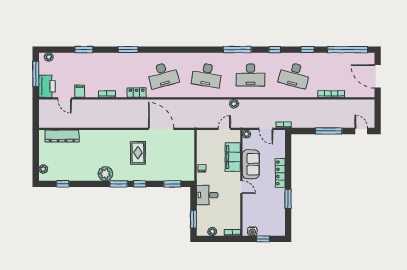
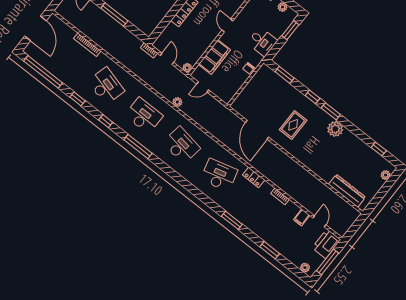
sofa: (251, 164) -> (204, 39), removed

